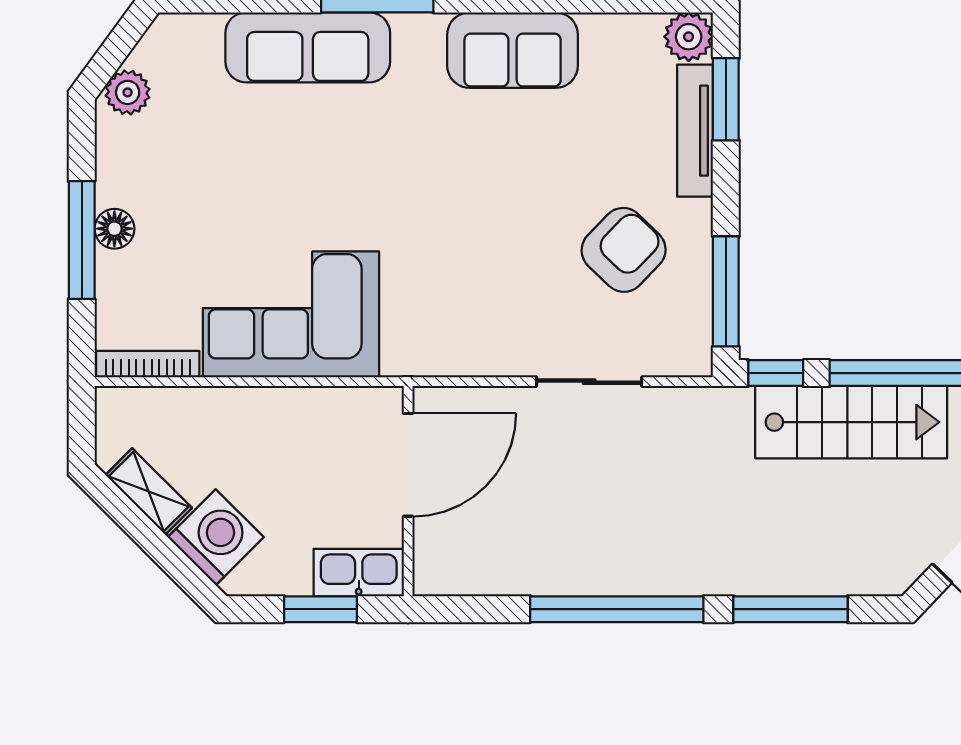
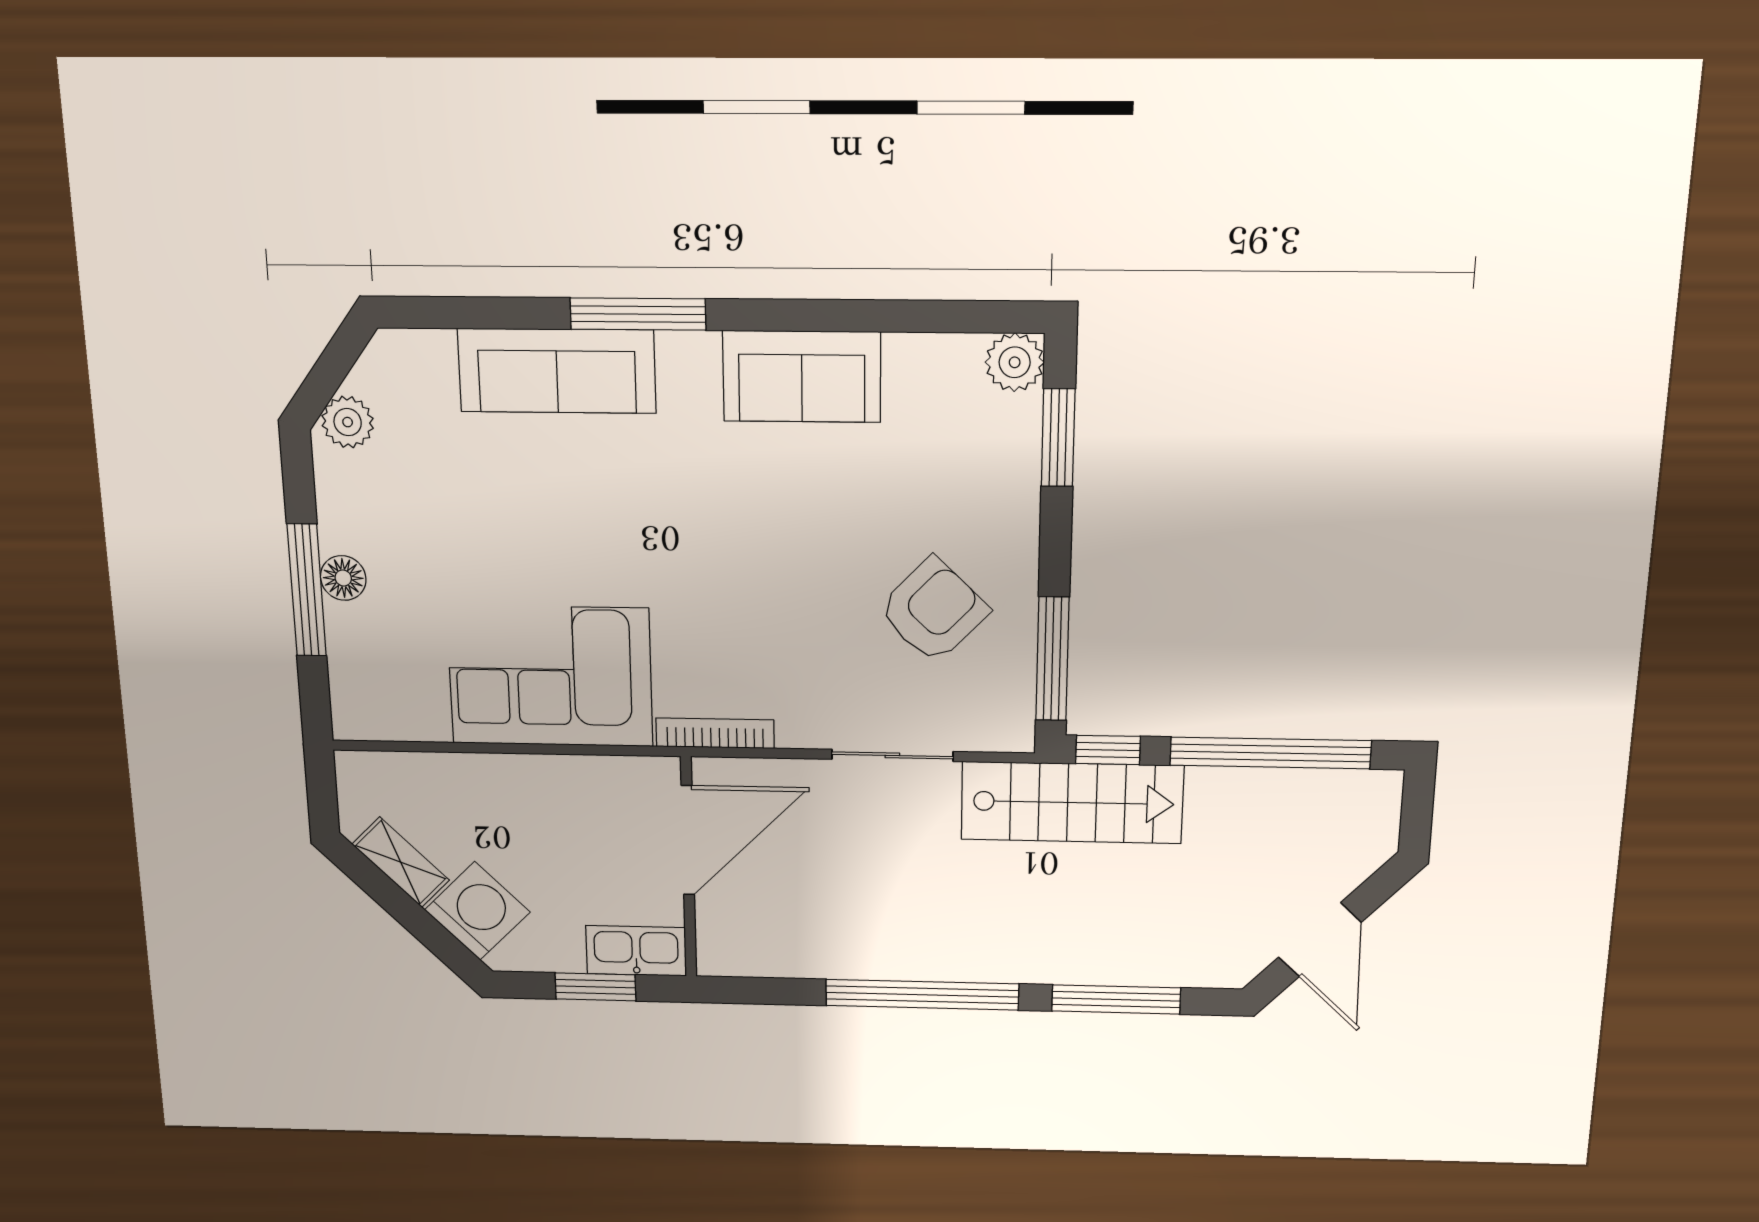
tv unit: (695, 131) -> (1020, 474), removed
bookcase: (148, 364) -> (715, 733), moved
stairs: (851, 422) -> (1072, 803), moved

